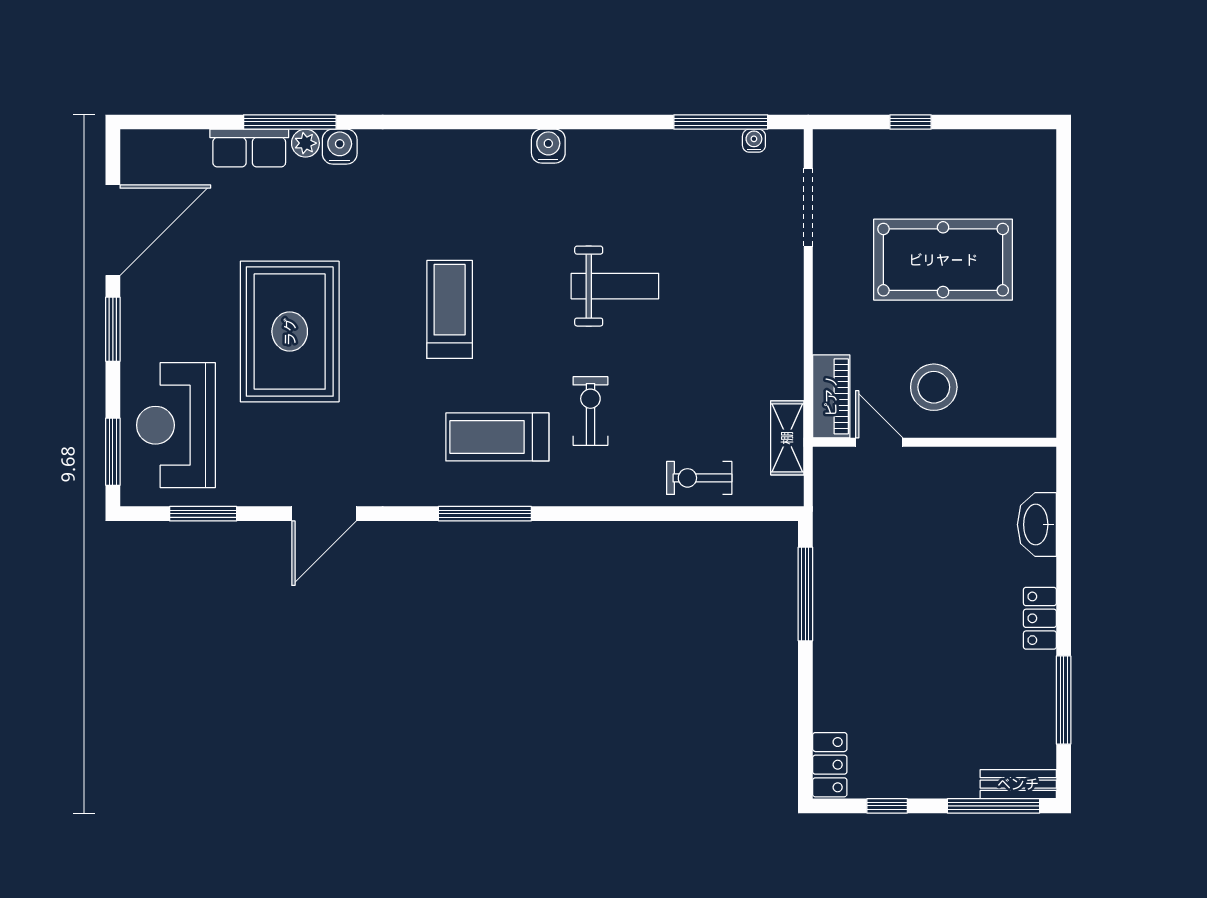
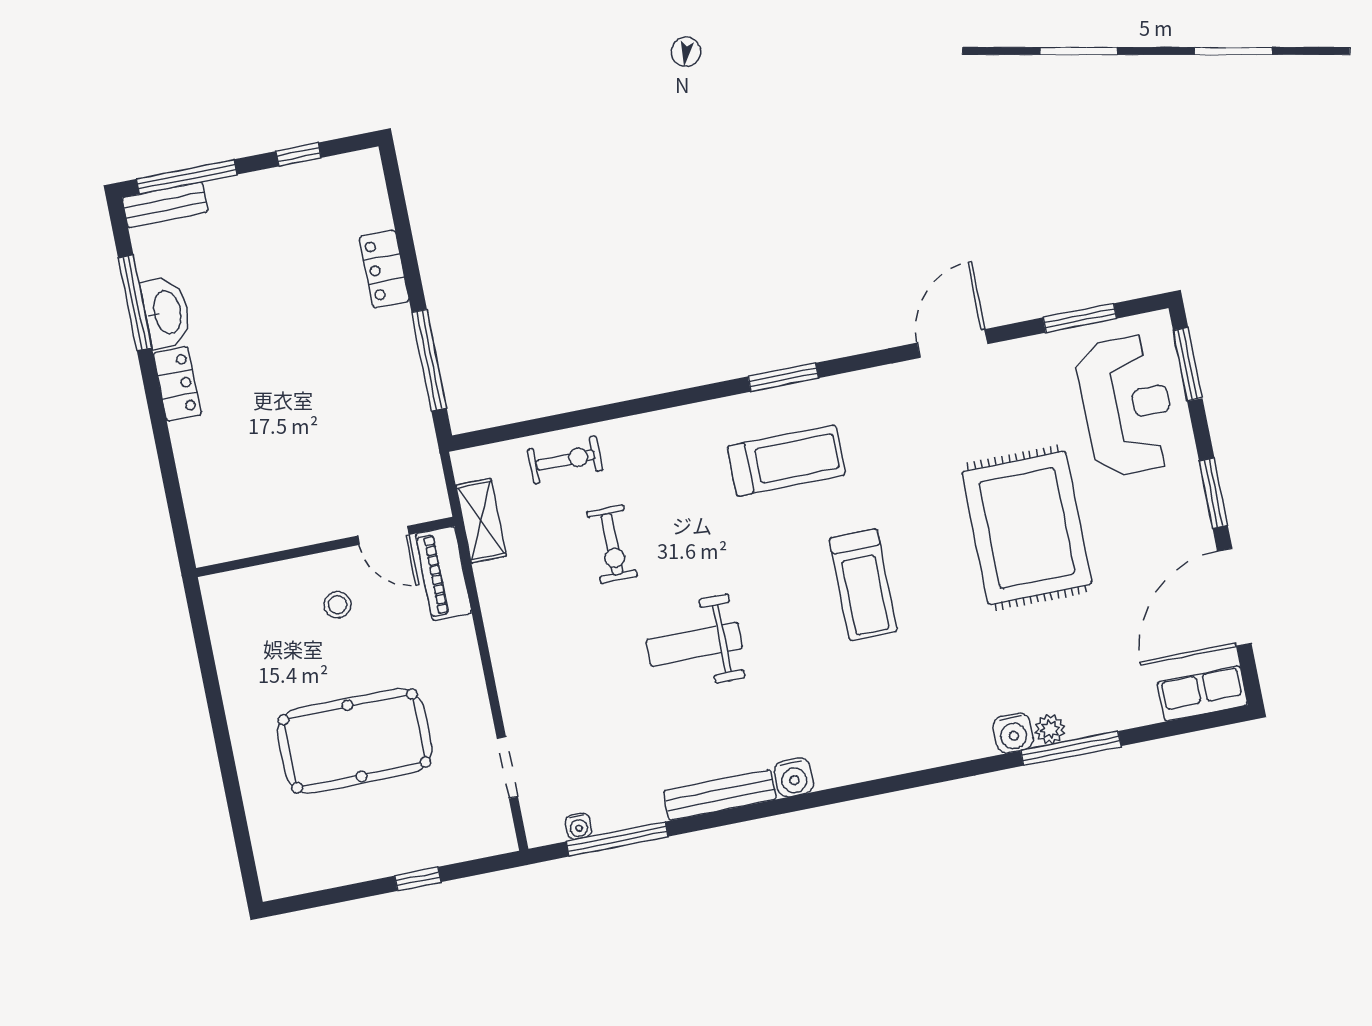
bench: (619, 143) -> (720, 795), added
row of seats: (249, 148) -> (1202, 694), moved
doorway: (808, 207) -> (507, 768), width x0.73
stool: (934, 387) -> (337, 605), width x0.53, depth x0.53
exercise bike: (590, 411) -> (612, 544), moved
window: (485, 514) -> (783, 377), width x0.69
washbasin: (1037, 525) -> (166, 312), moved
locker: (830, 765) -> (384, 269), moved

